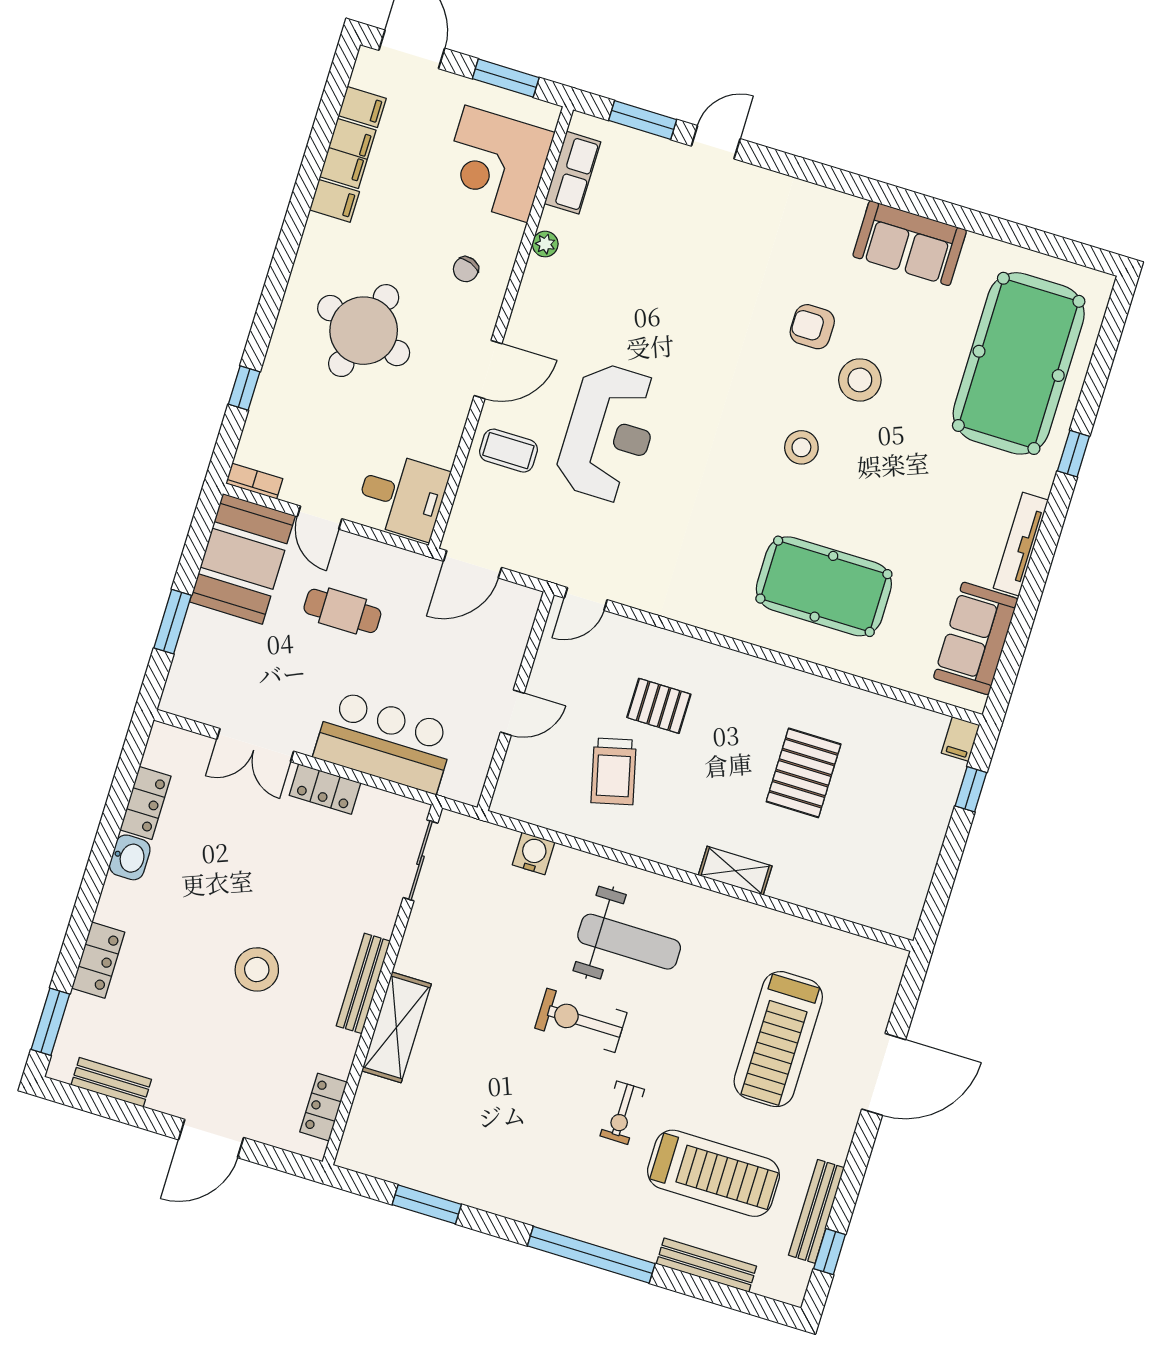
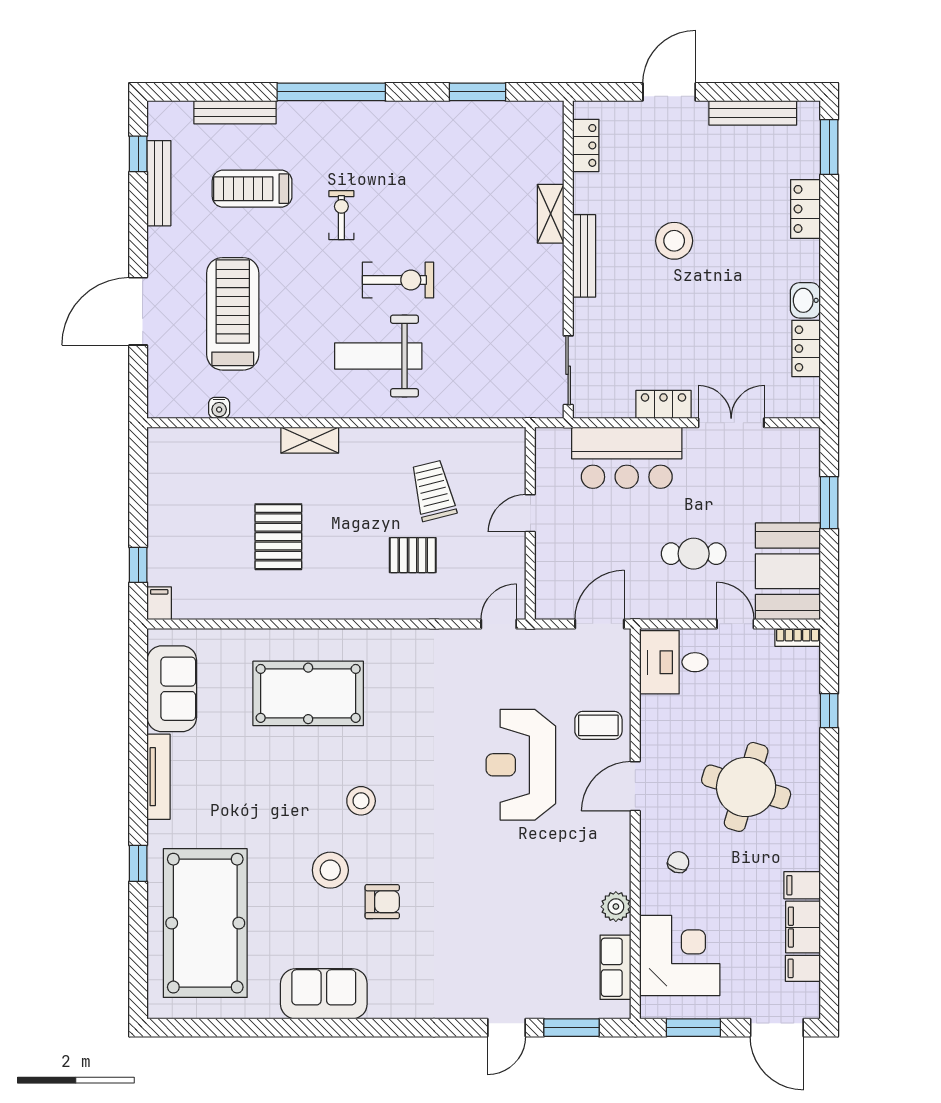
plant: (545, 244) -> (616, 907), width x1.38, depth x1.38
water cooler: (533, 854) -> (219, 408), moved, width x0.72, depth x0.72
shelving: (396, 1027) -> (551, 214), width x0.67, depth x0.75
bench: (111, 1082) -> (753, 113), width x1.36
treadmill: (714, 1173) -> (252, 189), width x0.73, depth x0.73

